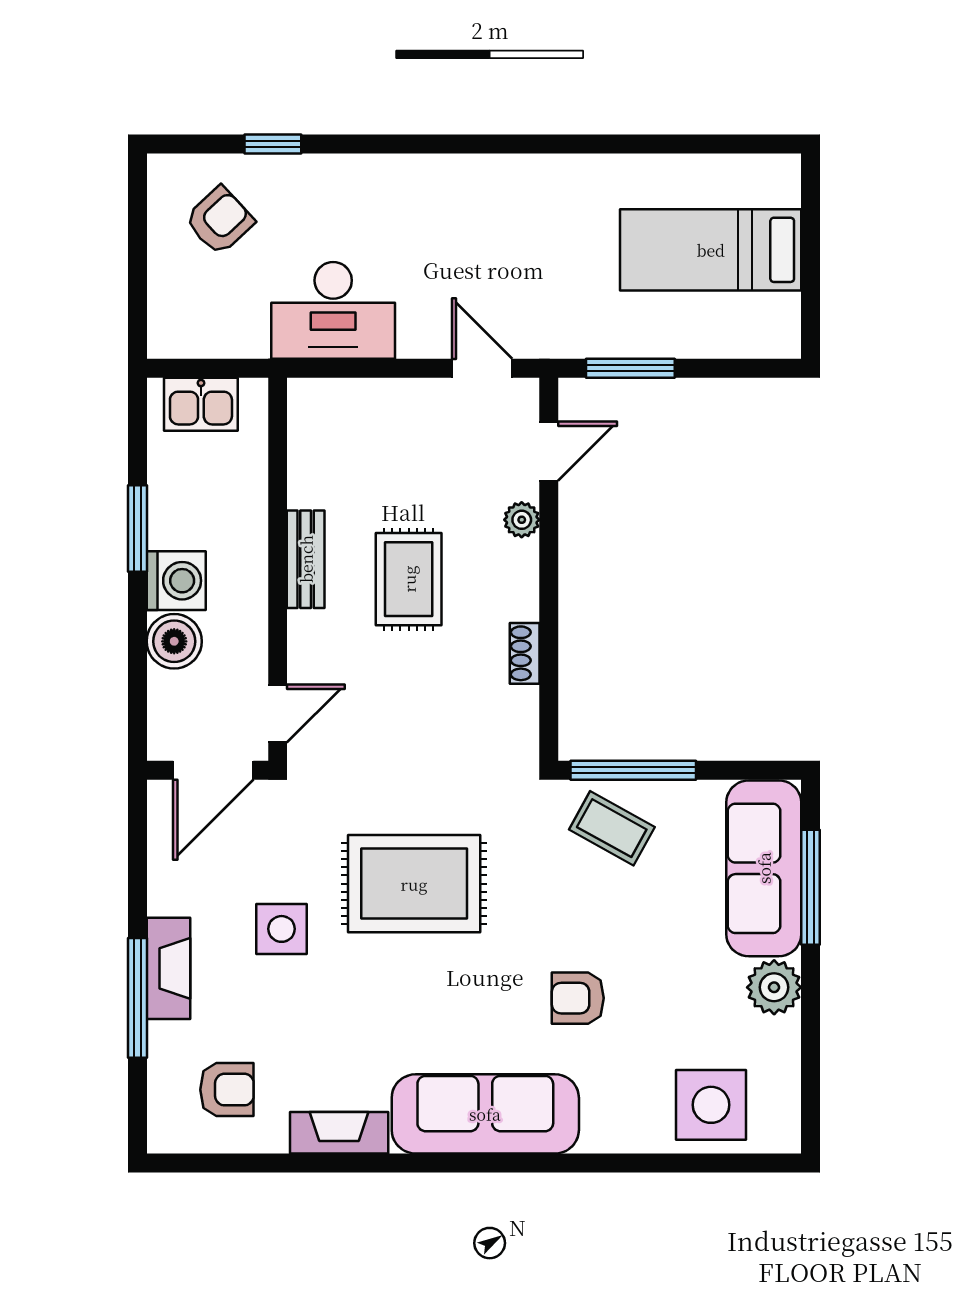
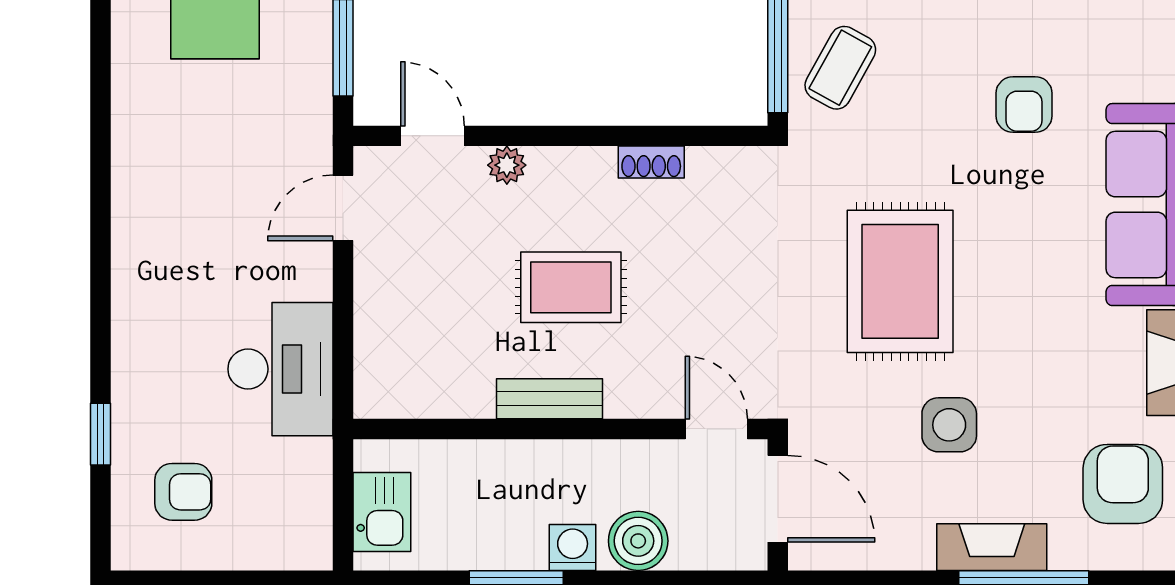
armchair: (220, 221) -> (183, 492), turned 133
washing machine: (176, 581) -> (573, 547), width x0.73, depth x0.73
armchair: (227, 1090) -> (1123, 484), width x1.38, depth x1.38

